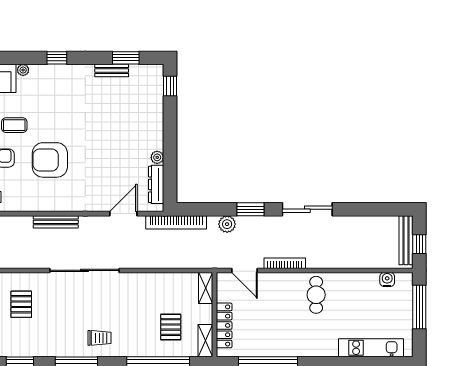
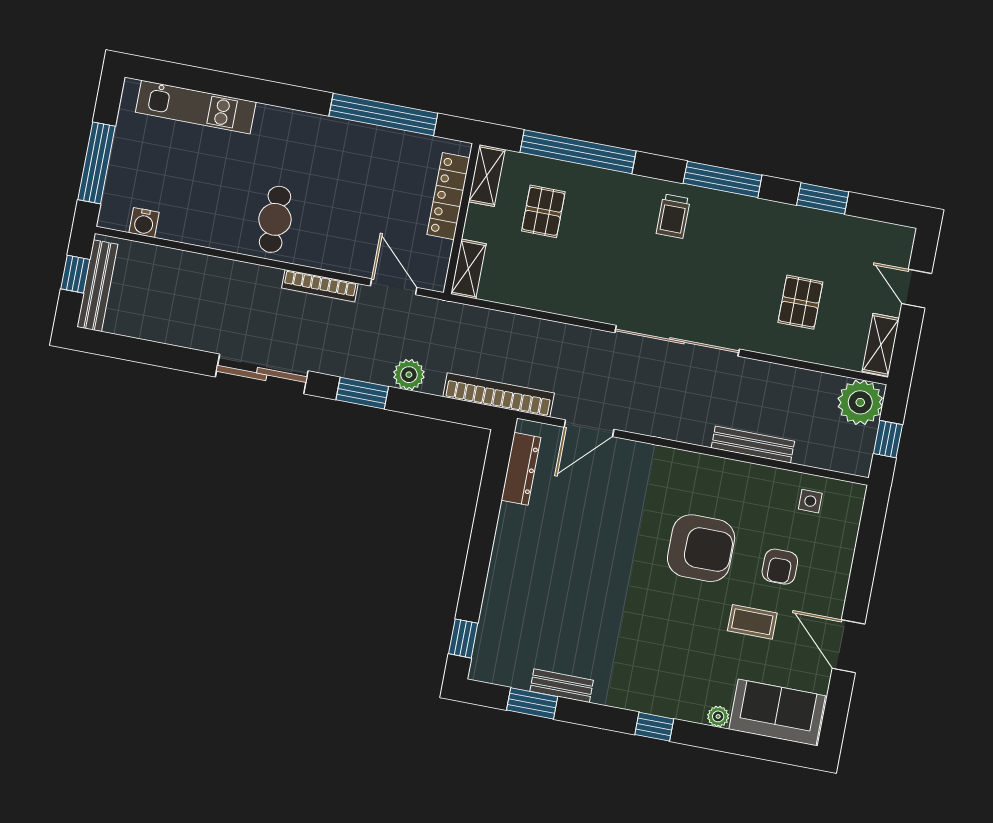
plant: (157, 157) -> (510, 516), removed
bench: (56, 222) -> (753, 445), moved
trolley: (100, 338) -> (673, 216), turned -90

